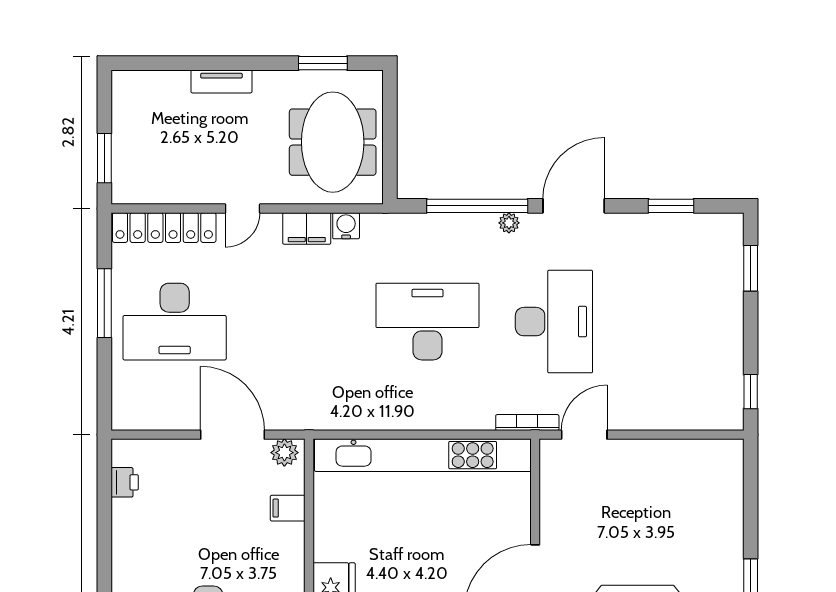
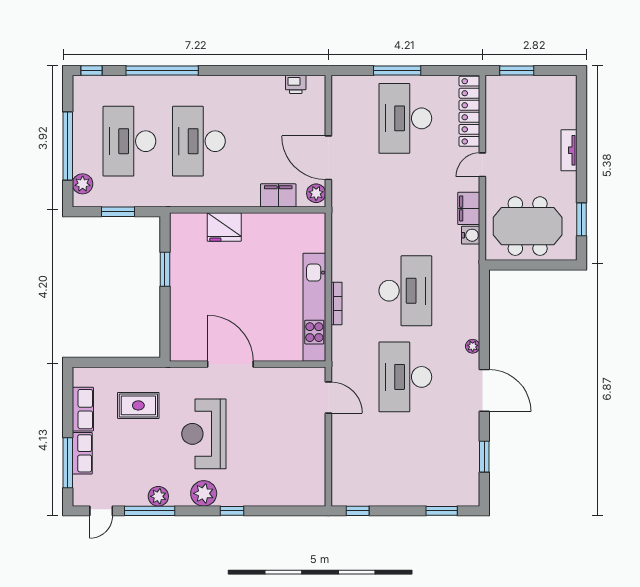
window: (477, 206) -> (484, 325), removed
door: (243, 208) -> (482, 165), hinge flipped
window: (104, 303) -> (397, 71), moved
desk: (554, 322) -> (405, 377), turned 90
bookcase: (527, 423) -> (337, 303), moved
door: (232, 435) -> (328, 158), swing flipped
kitchen unit: (423, 455) -> (314, 307), width x0.73
filing cabinet: (288, 508) -> (278, 195), width x2.00

